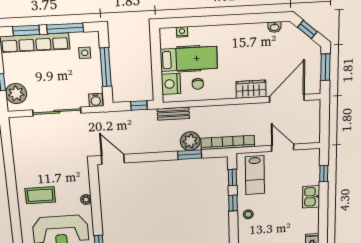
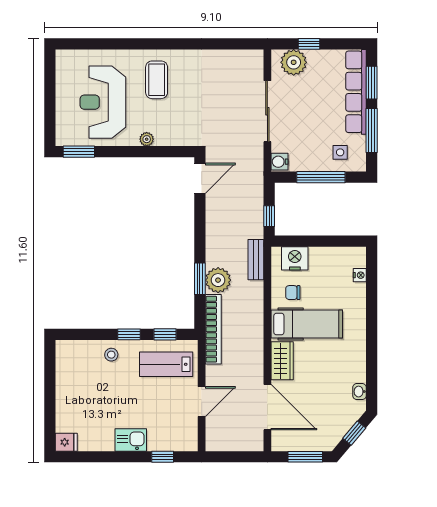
hospital bed: (189, 59) -> (307, 324), moved, turned -90

